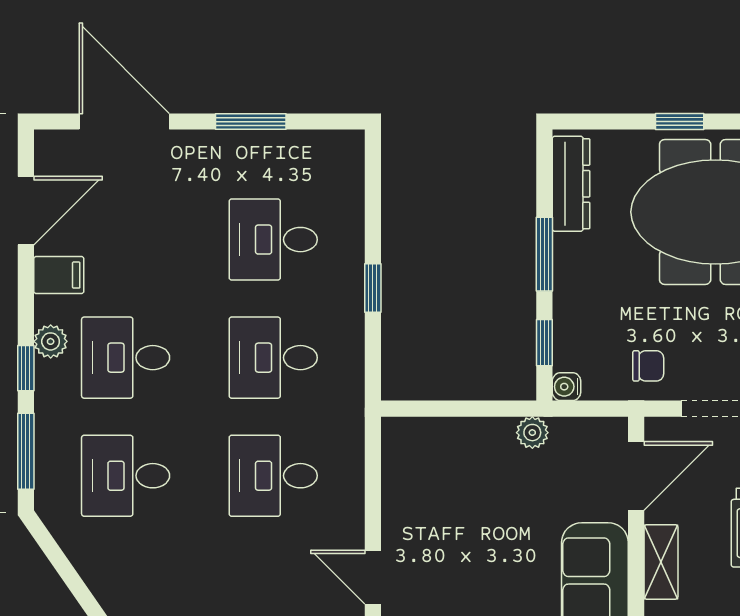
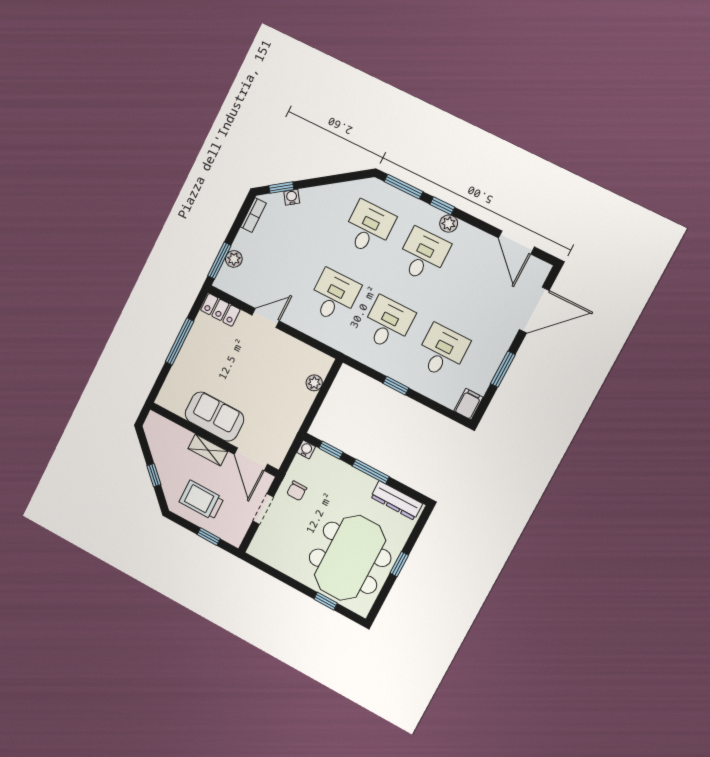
filing cabinet: (59, 275) -> (468, 404), moved, turned 180
plant: (532, 433) -> (314, 383), moved

